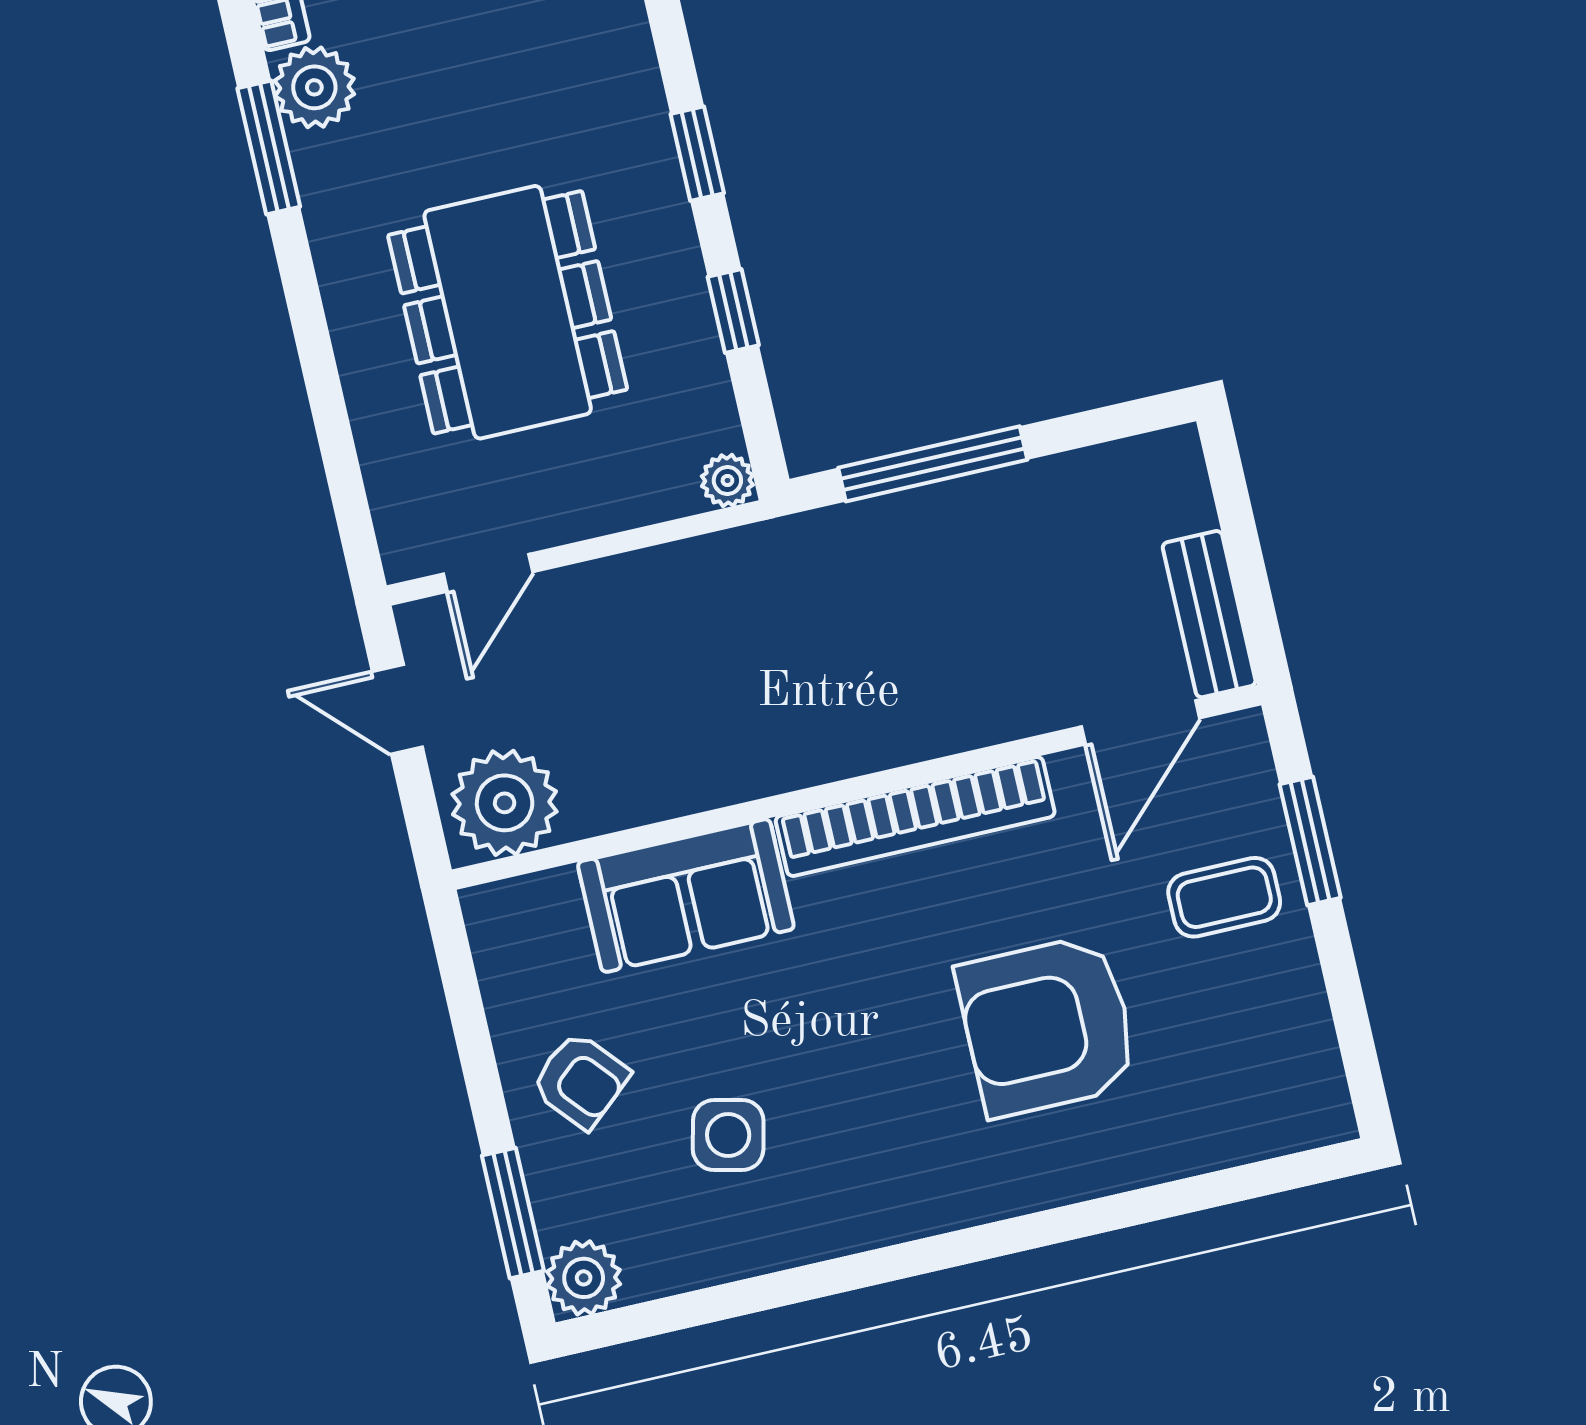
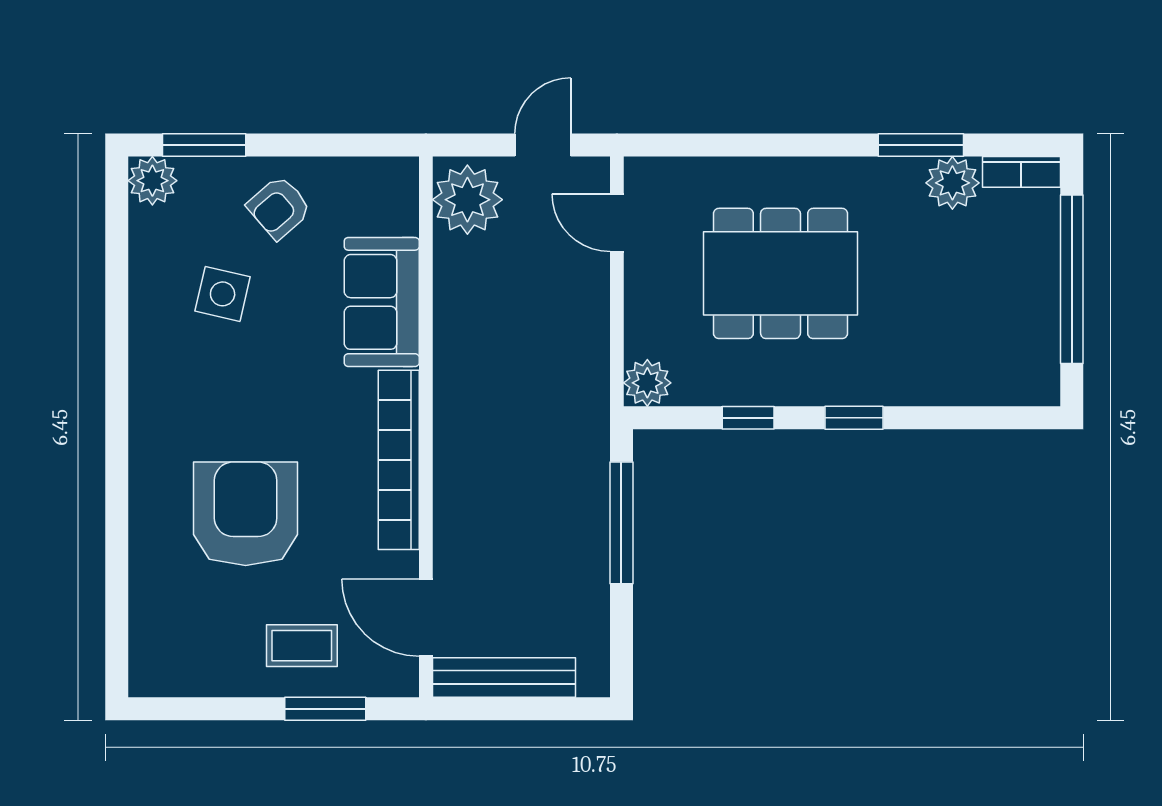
plant: (727, 480) -> (647, 383), width x1.38, depth x1.38
bench: (1209, 614) -> (504, 677), width x1.36
coffee table: (1224, 897) -> (302, 646), turned 90

